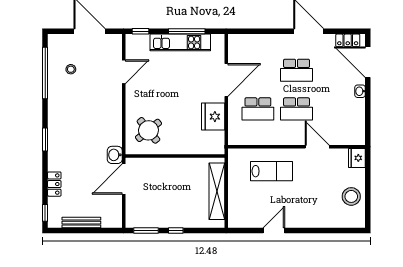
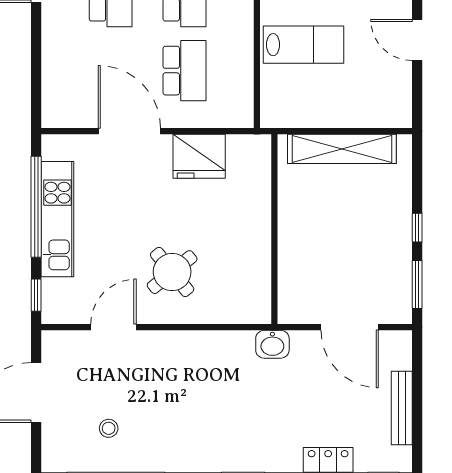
window: (187, 31) -> (36, 207), width x1.46
door: (124, 72) -> (114, 327), hinge flipped
round table: (148, 130) -> (172, 272), moved
lab bench: (271, 171) -> (303, 45), turned 90
door: (124, 179) -> (350, 327), moved

